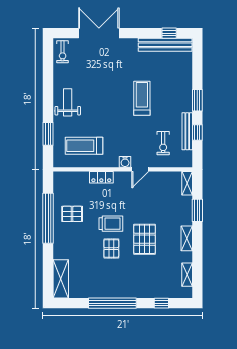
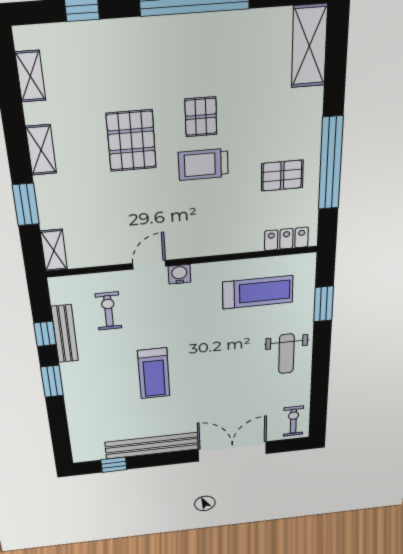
double door: (99, 33) -> (232, 451), swing flipped
bench: (165, 45) -> (152, 446), moved
locker: (101, 177) -> (286, 239), moved

